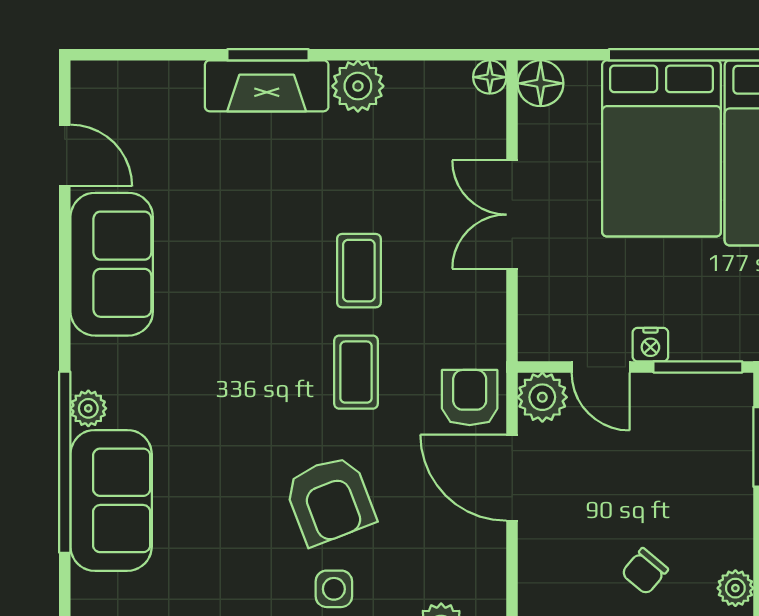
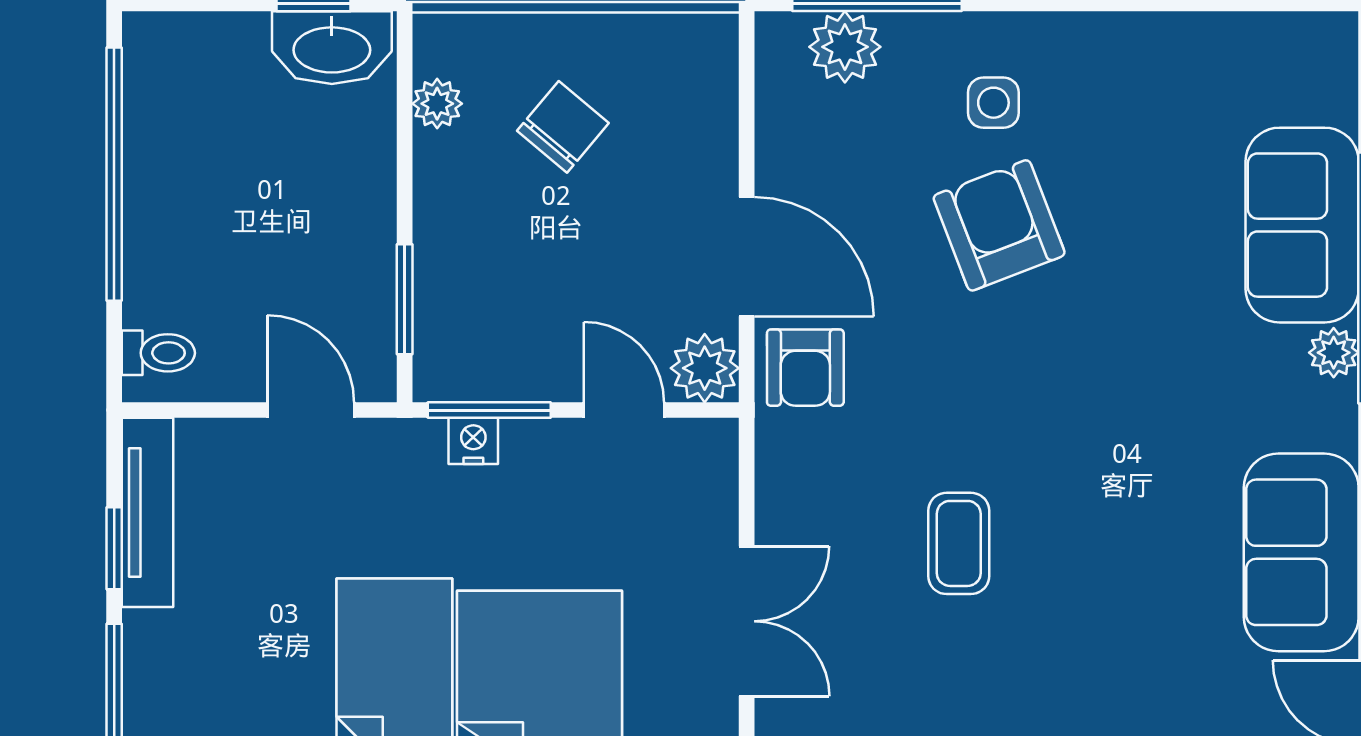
nightstand: (650, 345) -> (473, 441), moved
coffee table: (356, 372) -> (963, 403), removed
chair: (645, 571) -> (563, 127), width x1.37, depth x1.37

